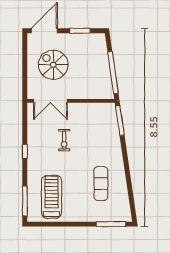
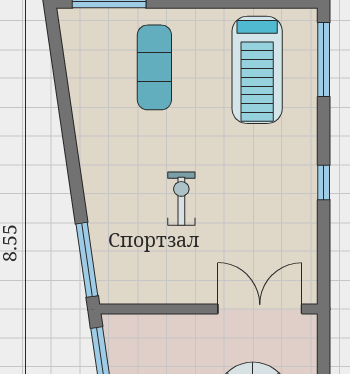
exercise bike: (64, 140) -> (181, 199), moved
exercise mat: (101, 184) -> (154, 67), moved

